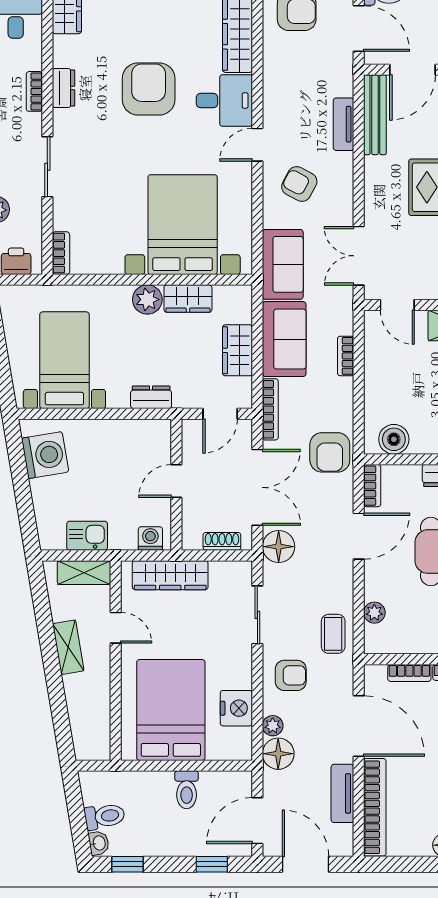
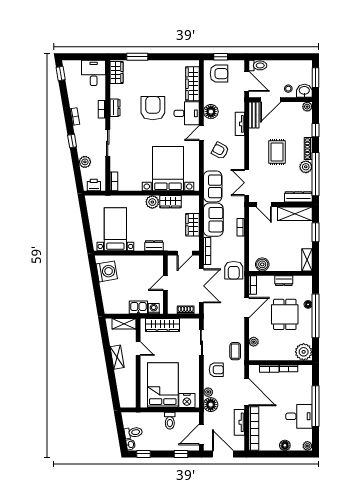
bench: (375, 115) -> (254, 115), width x0.73
kitchen sink: (87, 536) -> (138, 307), moved
floor lamp: (279, 547) -> (211, 112), moved
nightstand: (236, 708) -> (187, 401), moved, turned 90

